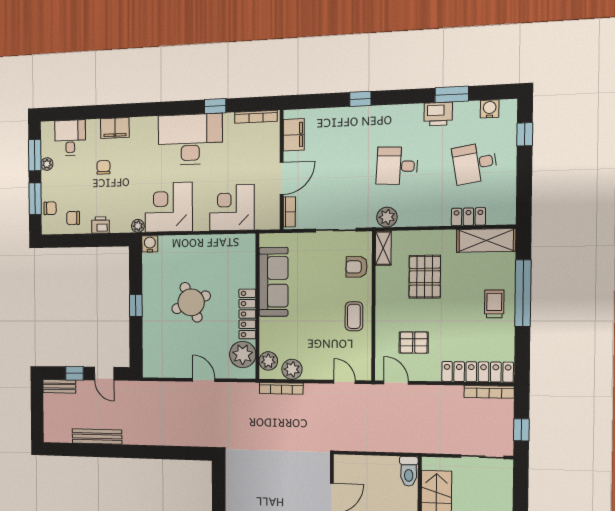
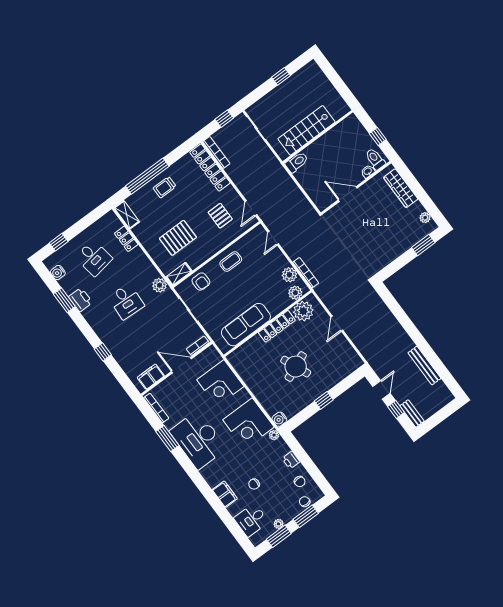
window: (215, 106) -> (167, 438), width x1.50
shelving: (486, 240) -> (127, 215), width x0.67, depth x0.75

